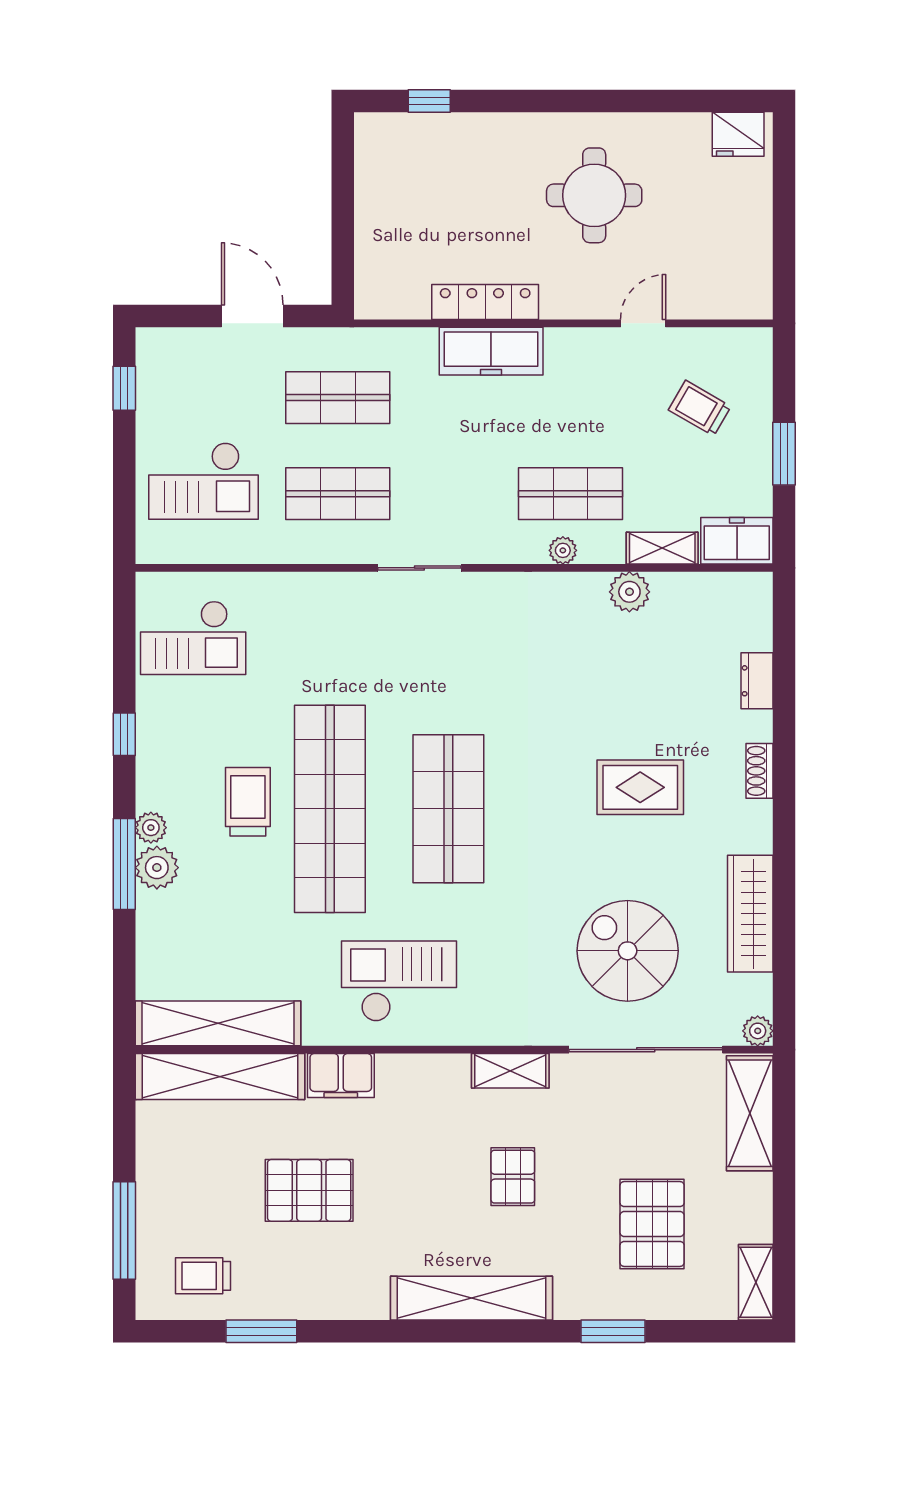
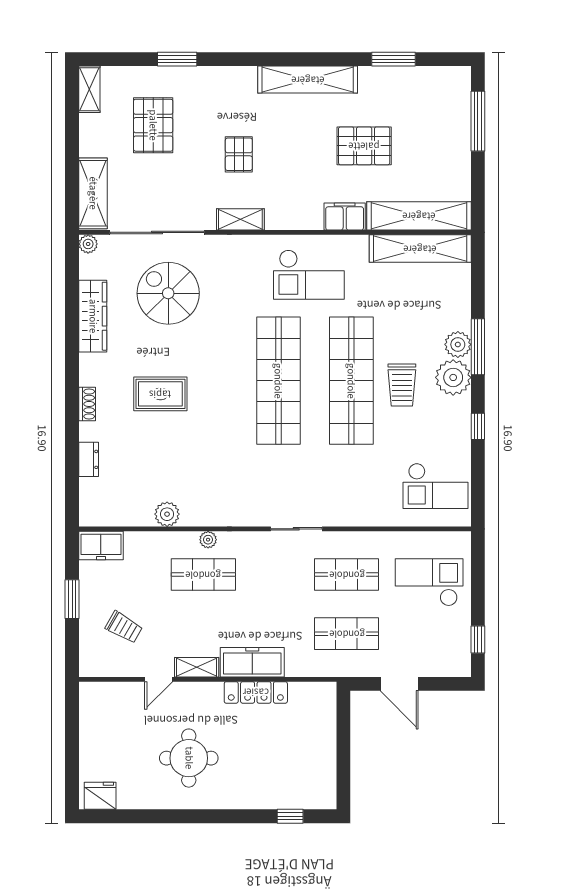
shelving: (662, 548) -> (197, 667), moved
checkout: (193, 638) -> (436, 486), turned 180
shop shelf: (448, 809) -> (278, 381), width x1.40
plant: (151, 828) -> (453, 377), width x1.88, depth x1.88
spiral stairs: (628, 951) -> (168, 293), turned 180
trolley: (203, 1276) -> (429, 93), removed
shelving: (471, 1298) -> (308, 80), moved

